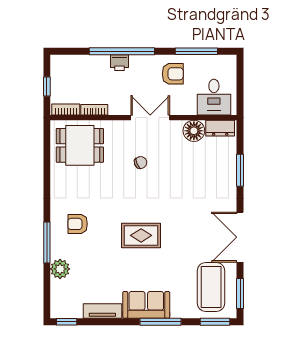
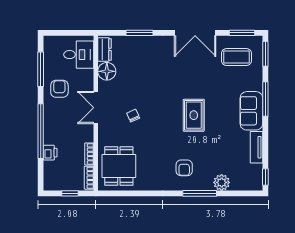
printer: (120, 63) -> (50, 153), moved
coffee table: (211, 287) -> (237, 57), width x0.73, depth x0.76

